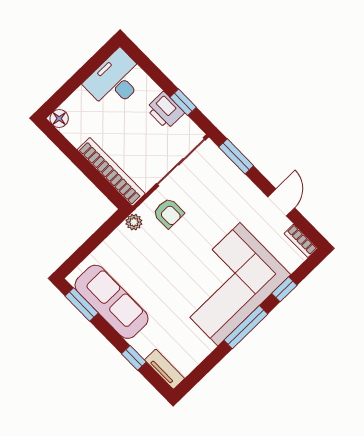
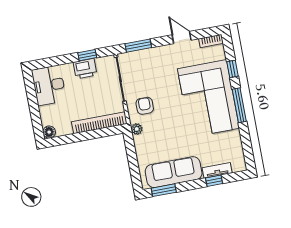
armchair: (168, 213) -> (145, 106), turned -90
tv unit: (165, 369) -> (217, 170), moved

